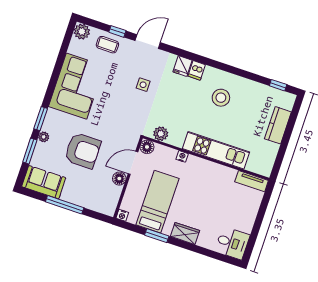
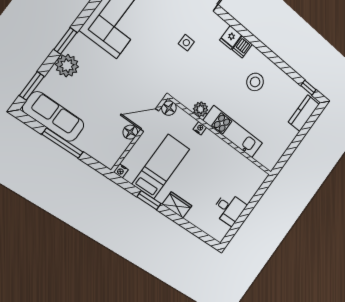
kitchen counter: (278, 125) -> (304, 113), moved
plant: (161, 134) -> (201, 109), moved
plant: (44, 137) -> (67, 66), width x1.88, depth x1.88
window: (30, 151) -> (32, 86), moved
armchair: (83, 151) -> (101, 91), removed
tv unit: (252, 181) -> (255, 171), removed
sofa: (44, 182) -> (54, 117), width x1.36
desk: (232, 243) -> (229, 209), moved

